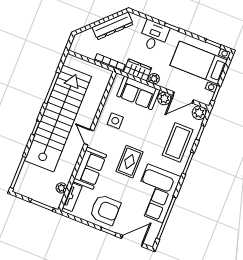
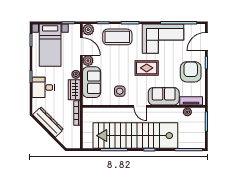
door: (89, 137) -> (140, 106), hinge flipped
door: (132, 241) -> (206, 42), hinge flipped

